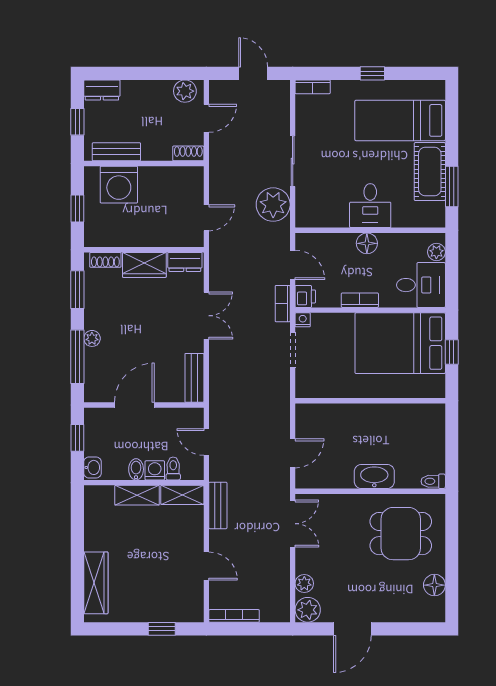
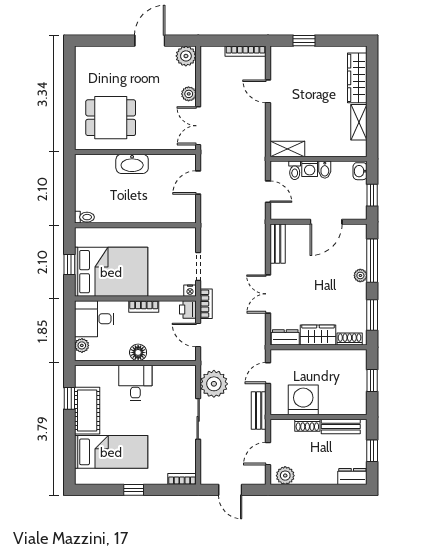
shoe rack: (188, 153) -> (307, 425), moved
washing machine: (119, 185) -> (303, 400), moved
window: (452, 187) -> (69, 398), width x0.67
toilet: (433, 481) -> (84, 217), moved
shelving: (137, 495) -> (359, 122), moved, turned 90
bench: (218, 505) -> (259, 410), moved
plant: (304, 583) -> (189, 94), moved
floor lamp: (434, 585) -> (83, 76), removed

